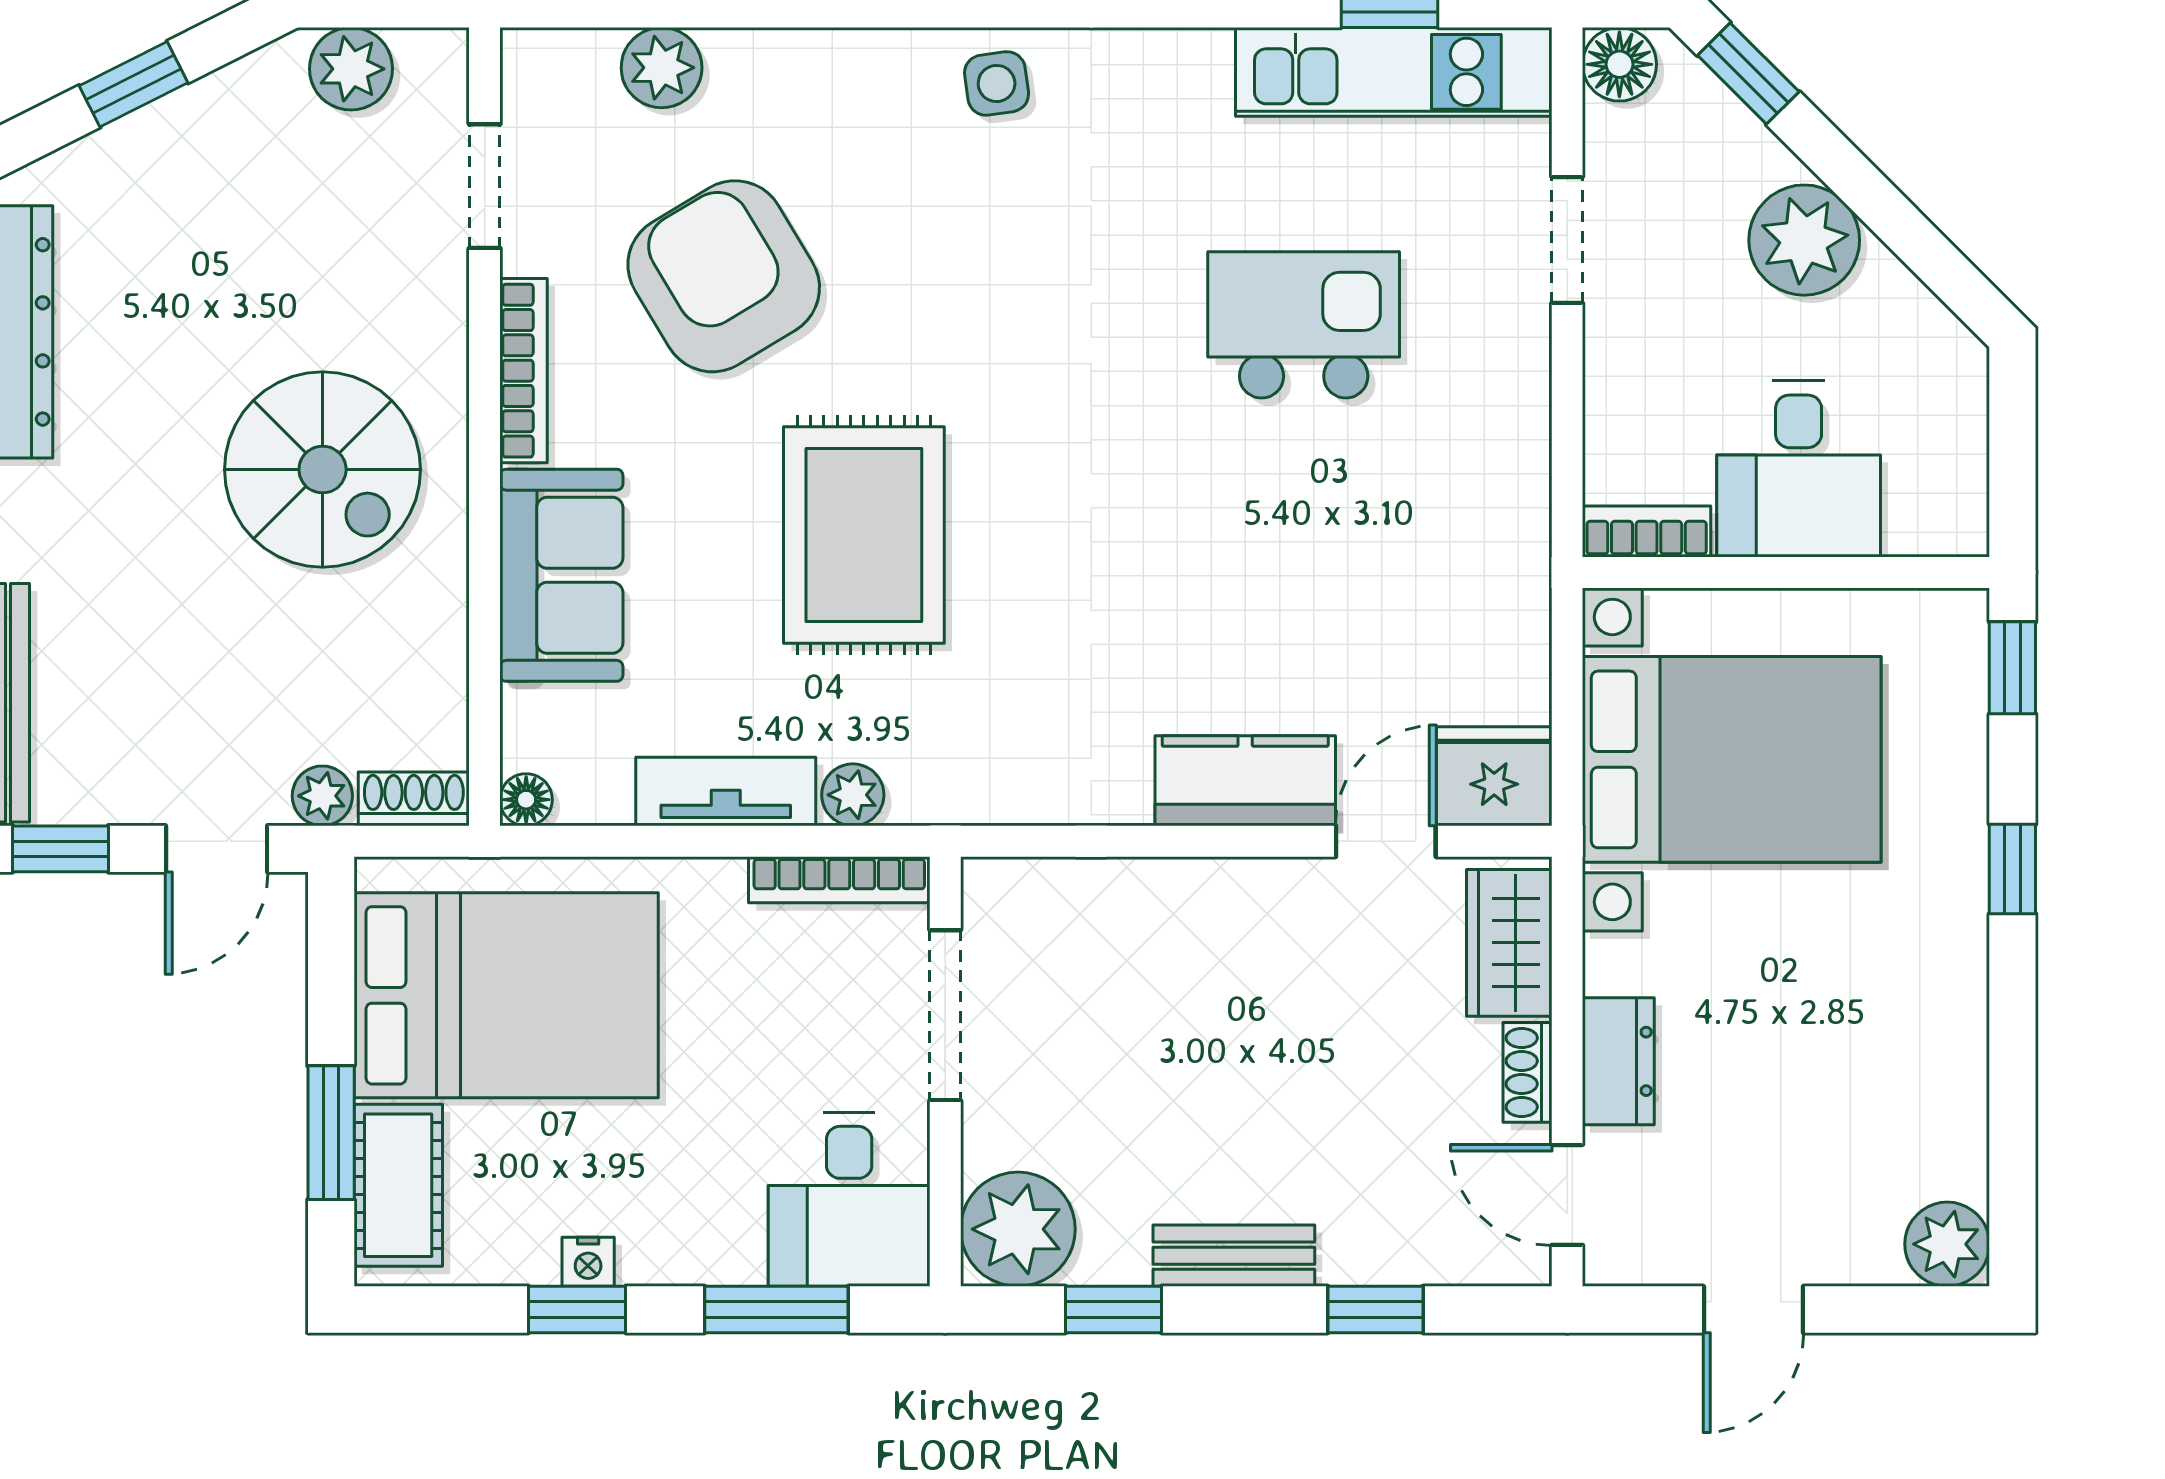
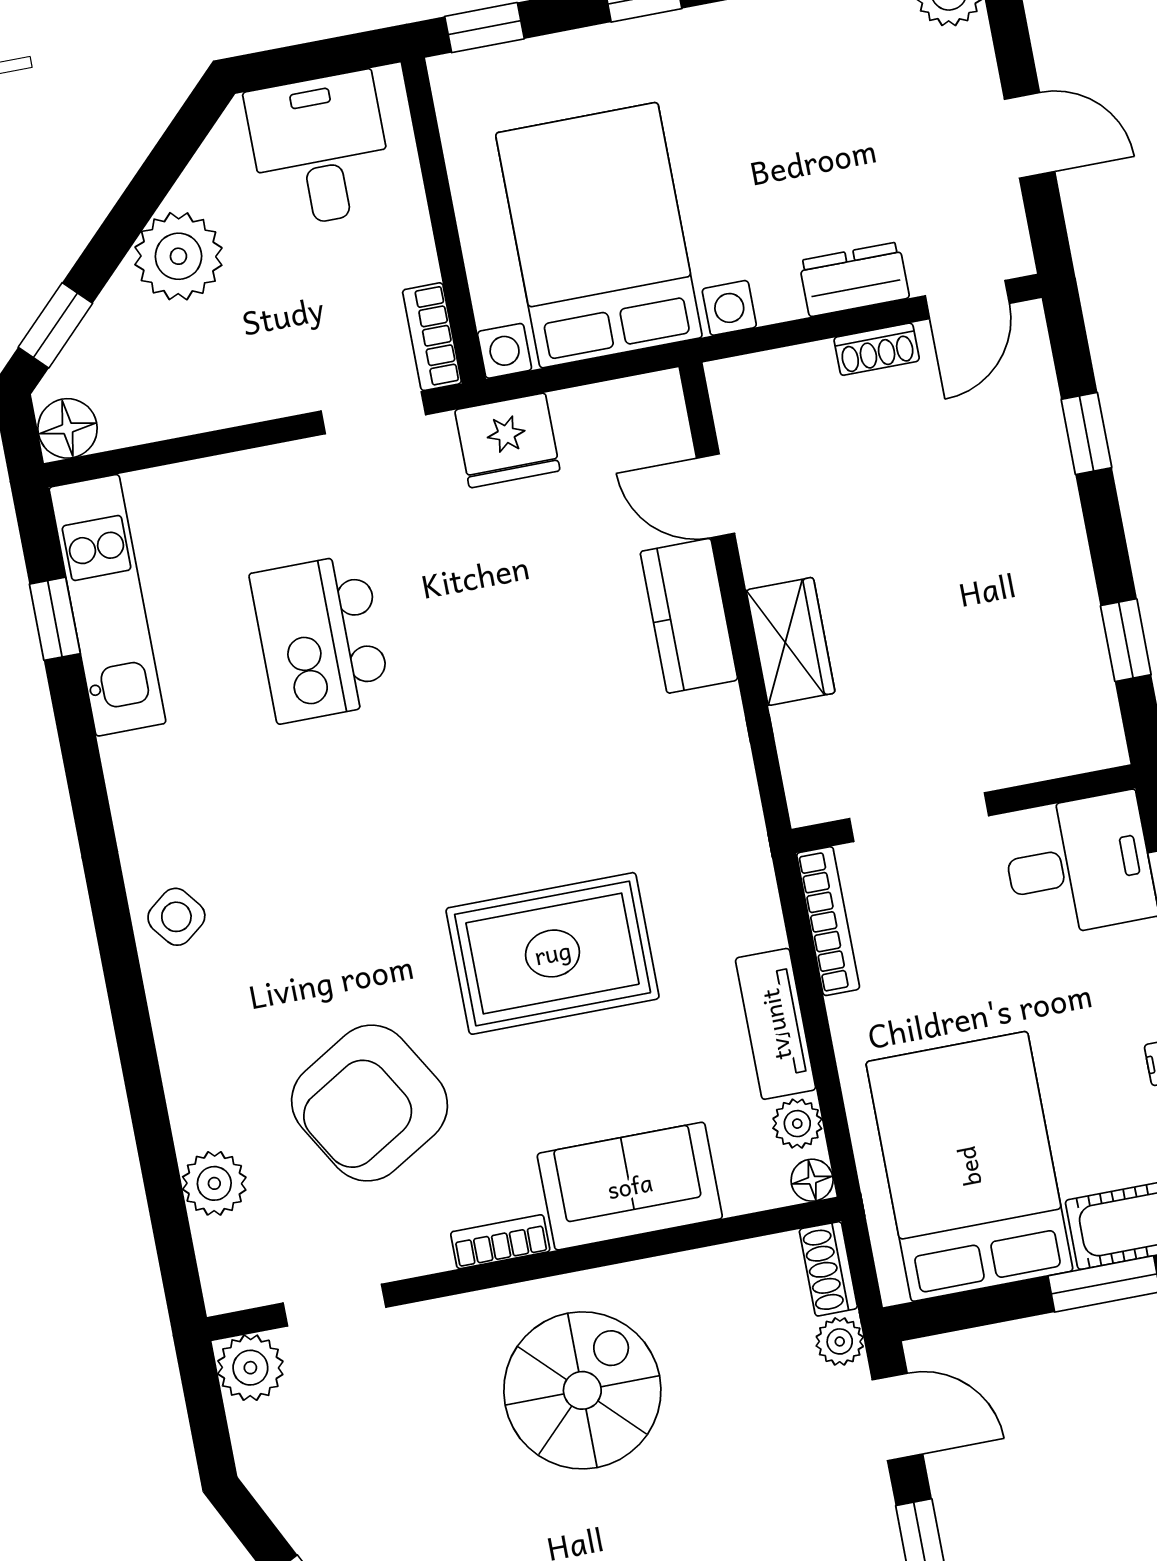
plant: (351, 69) -> (250, 1368), moved
side table: (997, 83) -> (176, 917), turned -30
doorway: (1567, 240) -> (373, 413), moved
bookcase: (524, 371) -> (500, 1242), width x0.64
desk: (1799, 469) -> (320, 150), moved, turned -90
fridge: (1494, 776) -> (507, 440), moved, turned -90
plant: (853, 795) -> (797, 1124), moved
wardrobe: (1509, 943) -> (791, 641), moved, turned -90
plant: (1018, 1229) -> (1077, 728), removed
bench: (1234, 1256) -> (1065, 553), removed

